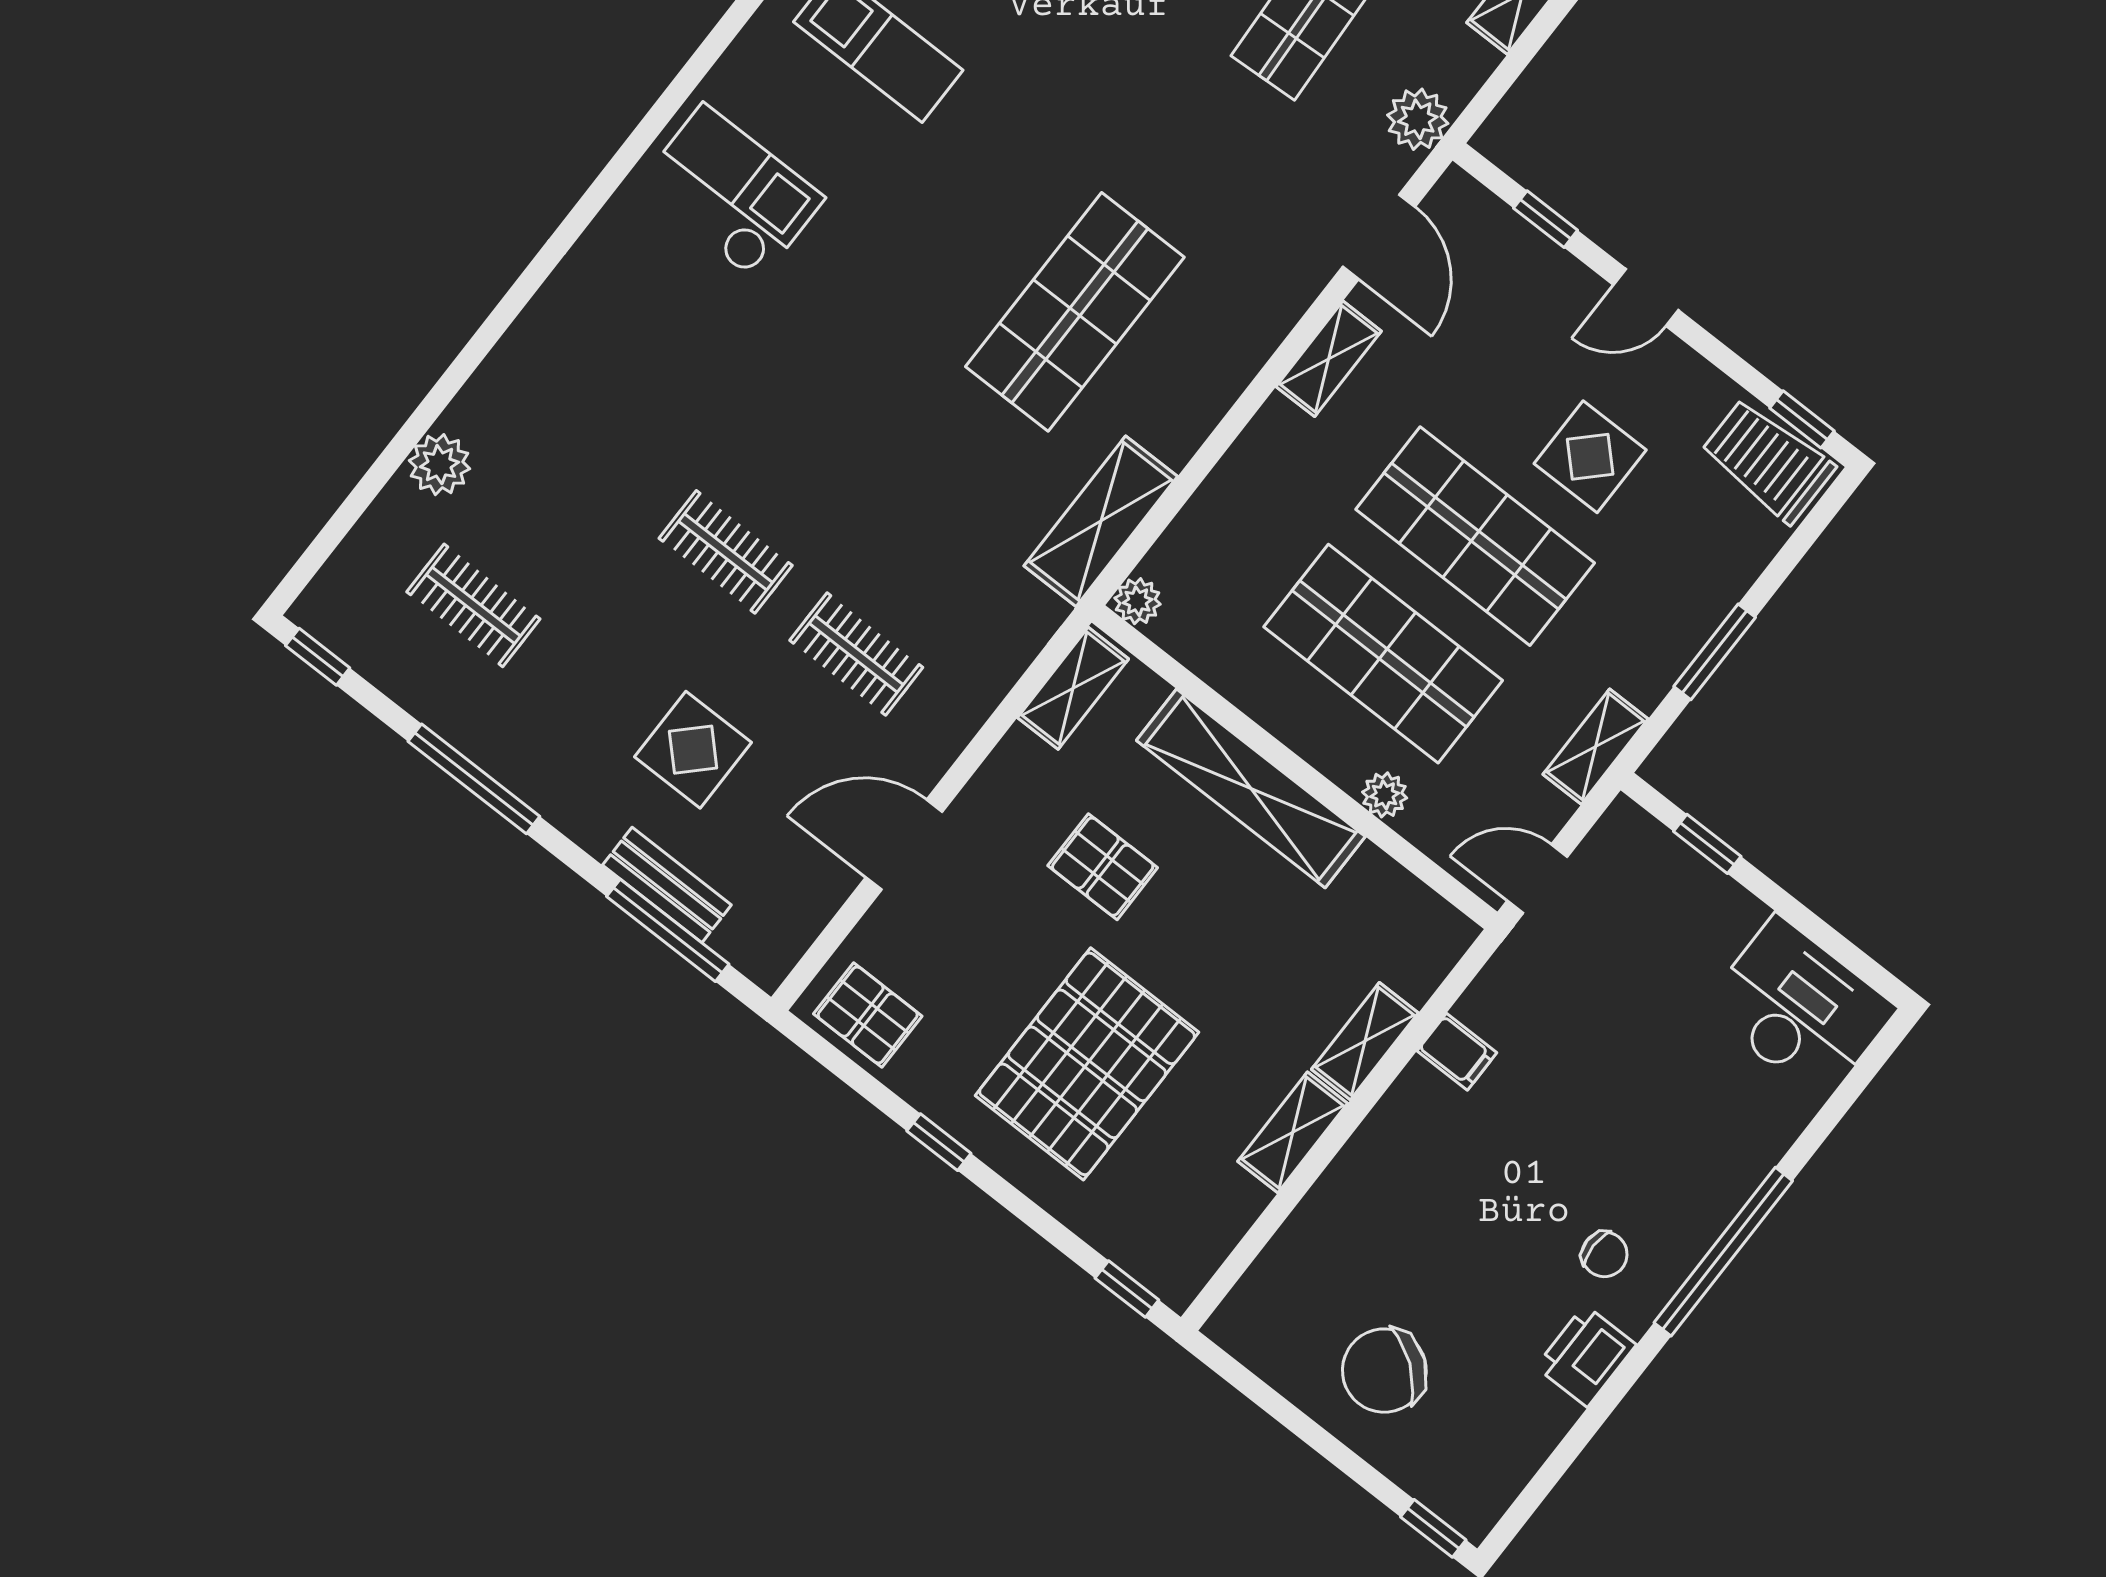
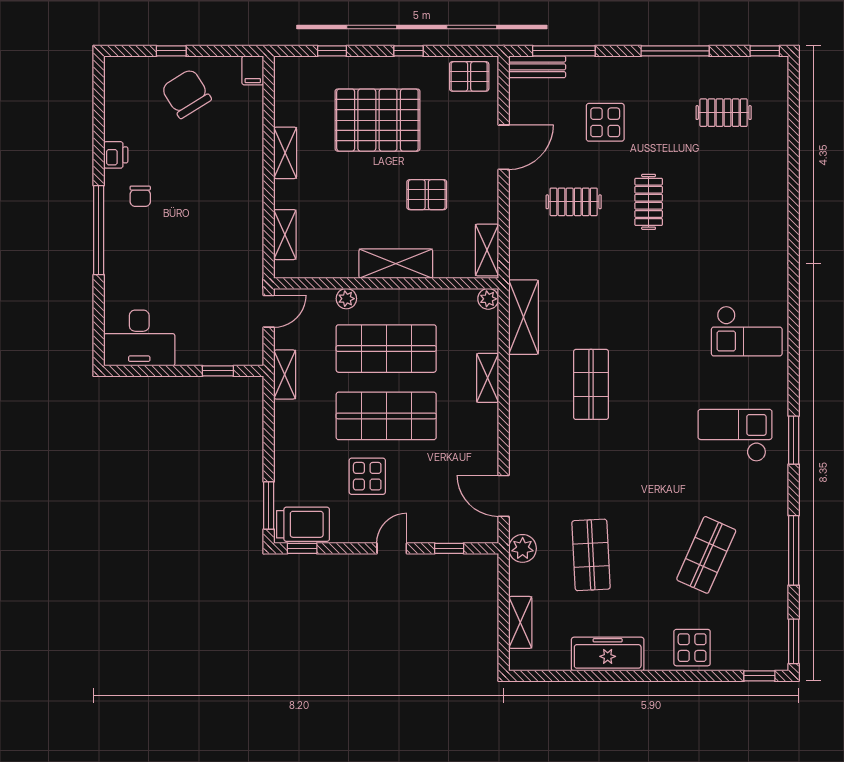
shop shelf: (1075, 312) -> (591, 384), width x0.70, depth x0.74
shelving: (1329, 359) -> (488, 378), moved
plant: (440, 465) -> (775, 153), removed
clothes rail: (726, 552) -> (649, 202), turned 90
window: (1715, 652) -> (269, 505), moved
shelving: (1251, 788) -> (396, 264), width x0.68
bench: (667, 885) -> (537, 67), moved
shelving: (1365, 1041) -> (285, 235), moved
filing cabinet: (1457, 1052) -> (253, 70), moved, turned -90
pallet: (1087, 1064) -> (377, 120), turned 90
chair: (1604, 1254) -> (140, 196), turned -90
window: (1127, 1289) -> (332, 51), moved
printer: (1586, 1356) -> (116, 155), width x0.73, depth x0.81
chair: (1384, 1371) -> (186, 94), turned -69
window: (1433, 1528) -> (171, 51), moved

